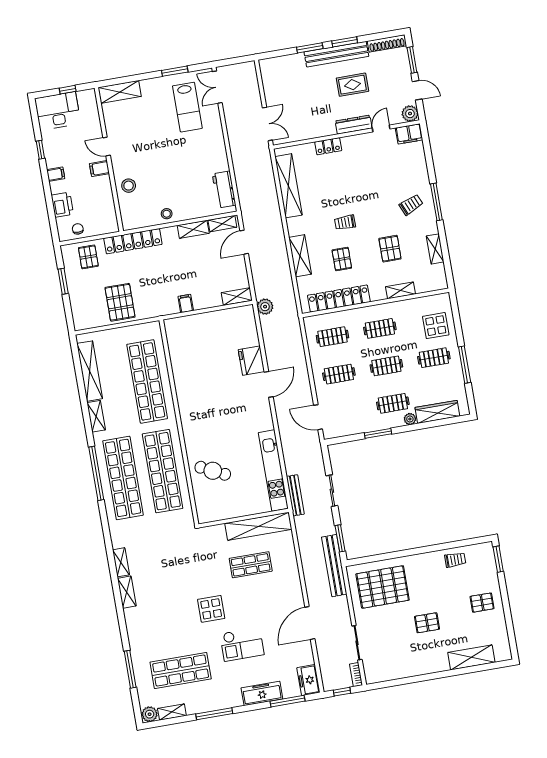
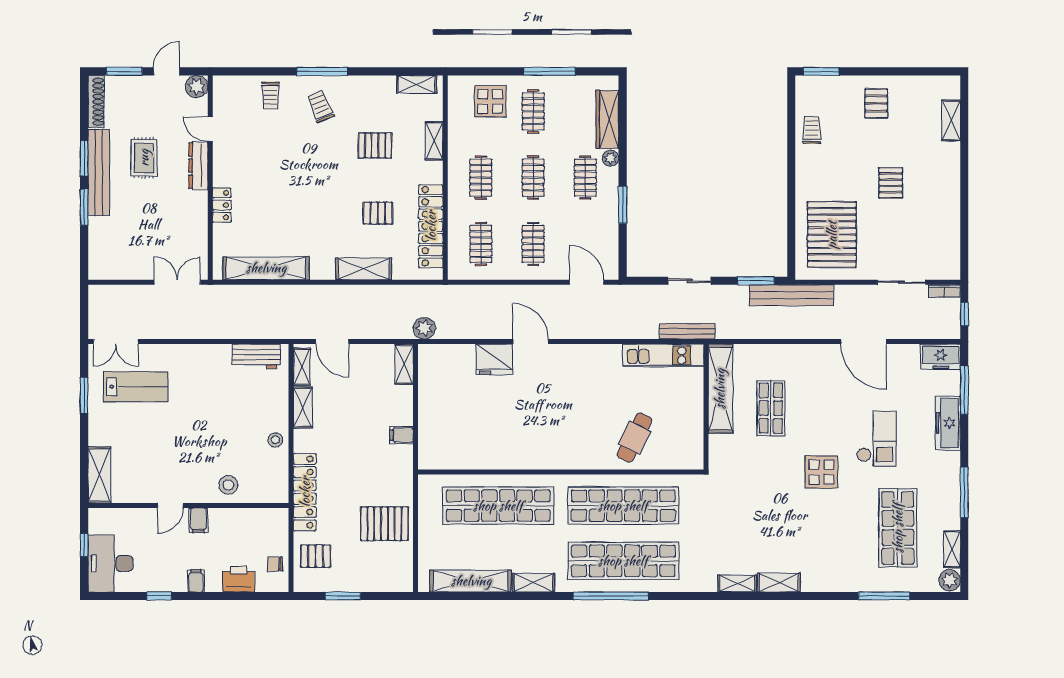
filing cabinet: (409, 134) -> (224, 93), removed
trolley: (345, 222) -> (270, 95), moved
shelving: (435, 249) -> (417, 84), moved
door: (318, 417) -> (587, 282), swing flipped
kitchen unit: (273, 471) -> (663, 355), width x0.73
shelving: (471, 657) -> (951, 120), width x0.67, depth x0.75

